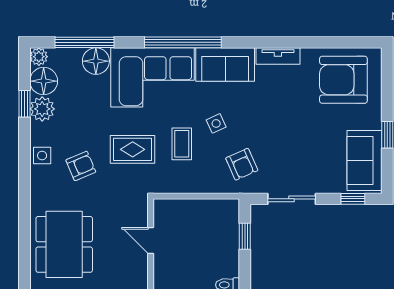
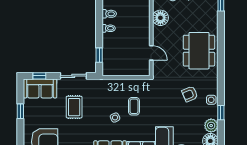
window: (25, 104) -> (221, 113), moved
rug: (133, 149) -> (74, 107), moved, turned 90
sofa: (365, 160) -> (40, 88), moved, turned 90
armchair: (242, 164) -> (101, 95), removed

